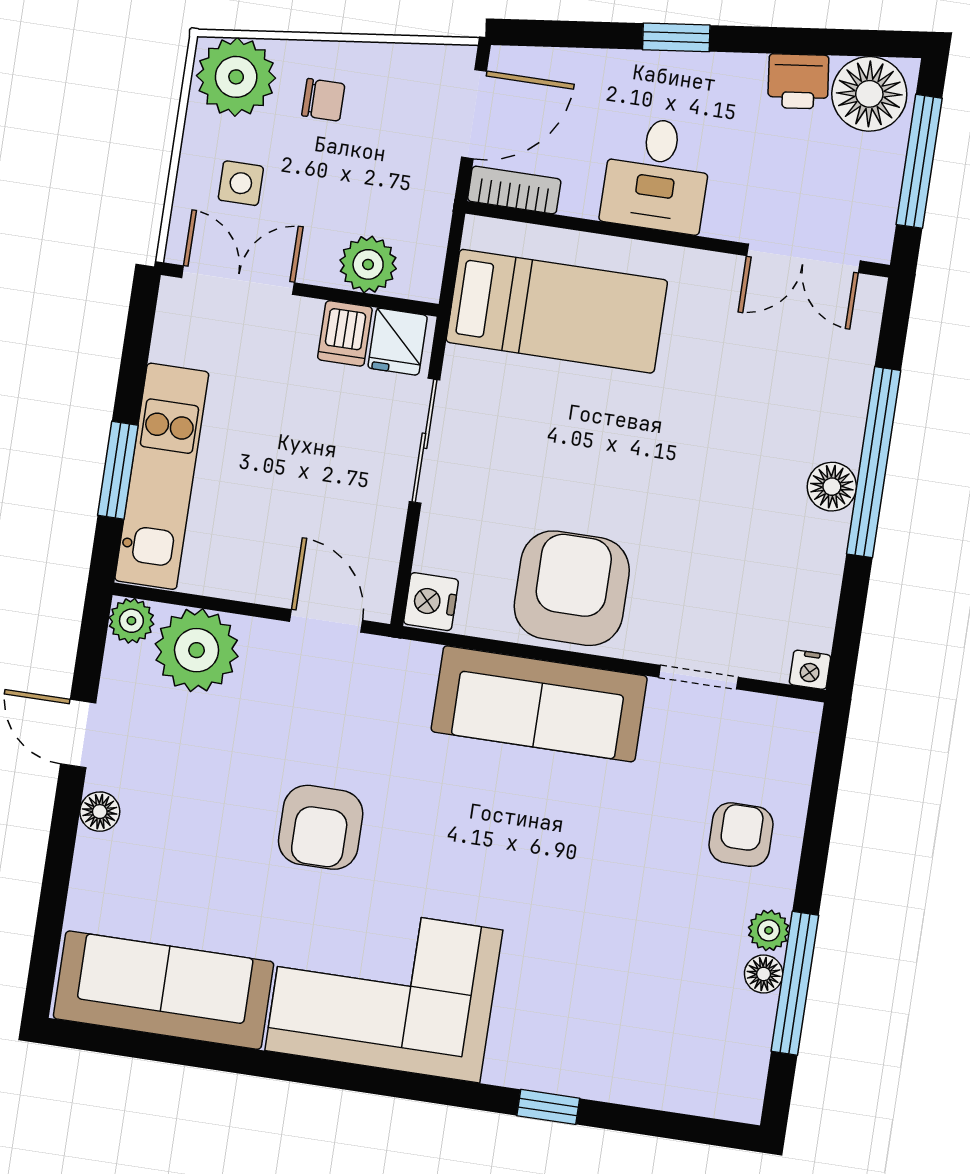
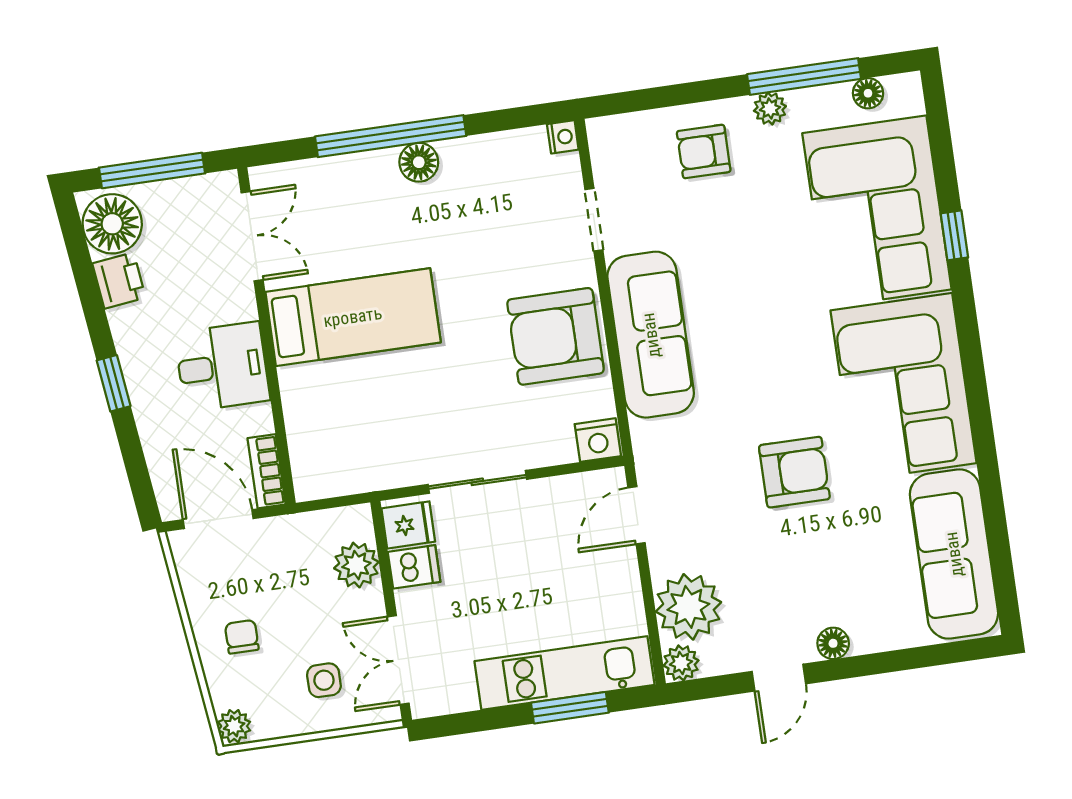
plant: (236, 77) -> (234, 726), width x0.53, depth x0.53
bed: (557, 311) -> (353, 317), moved, turned 90
floor lamp: (764, 974) -> (868, 93), moved
corner sofa: (606, 1022) -> (877, 211), added

